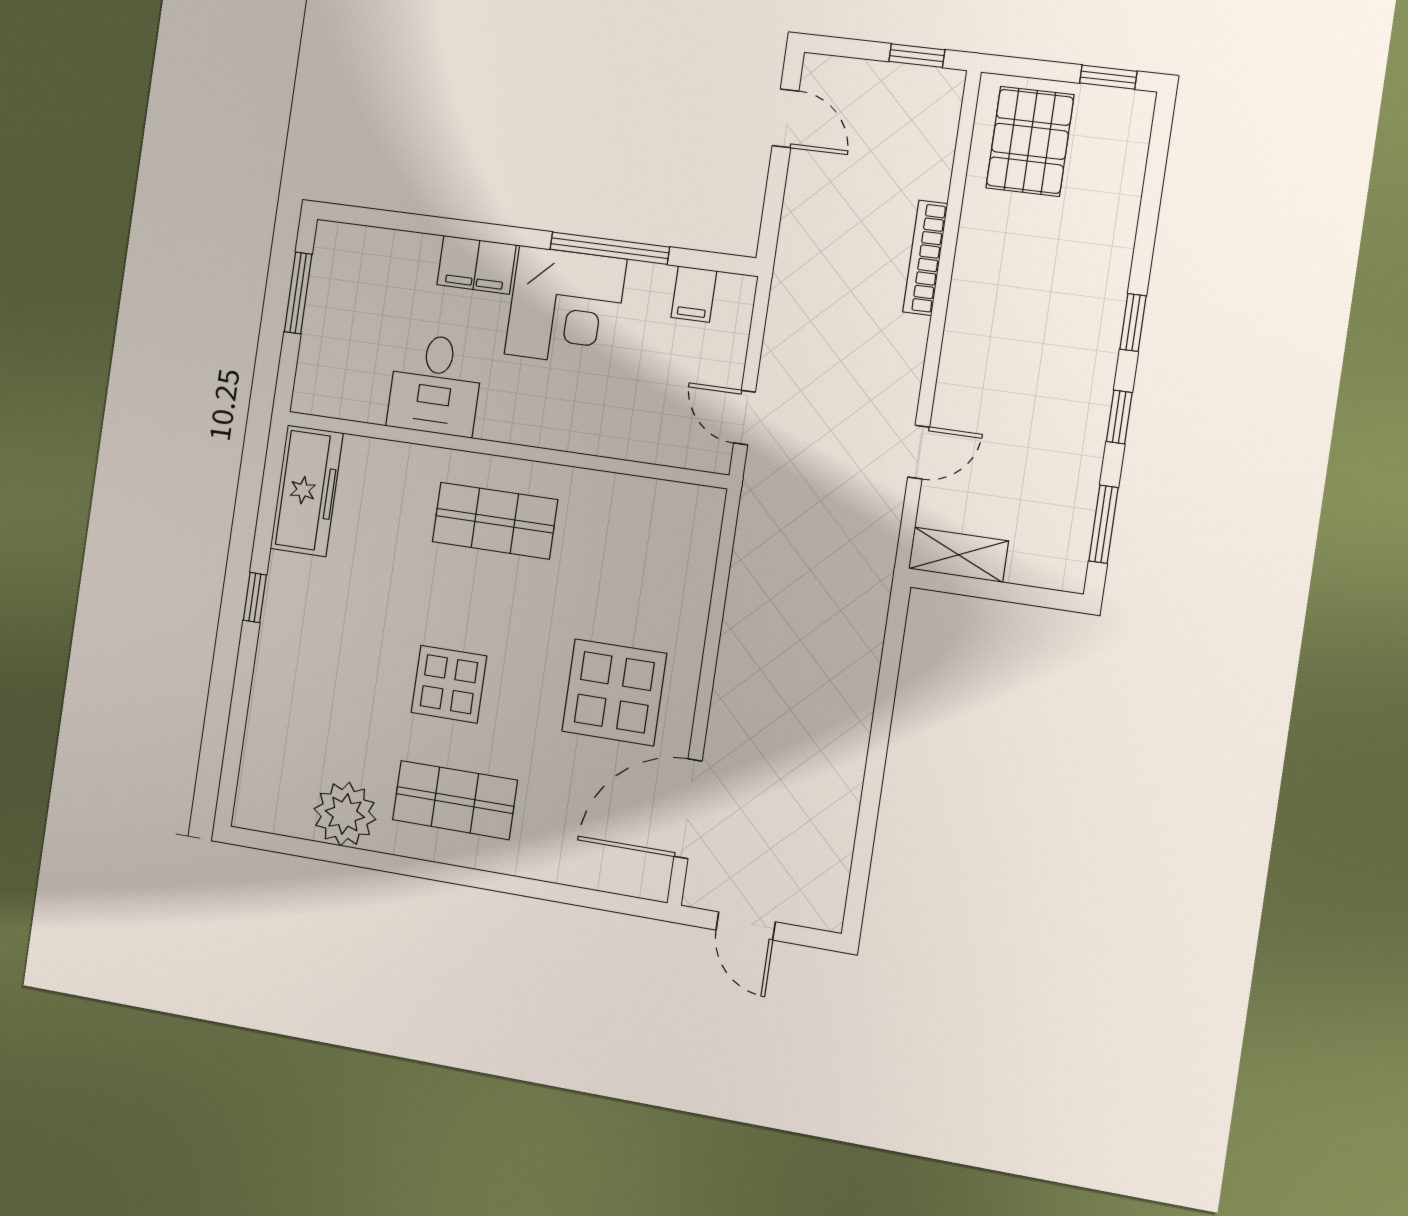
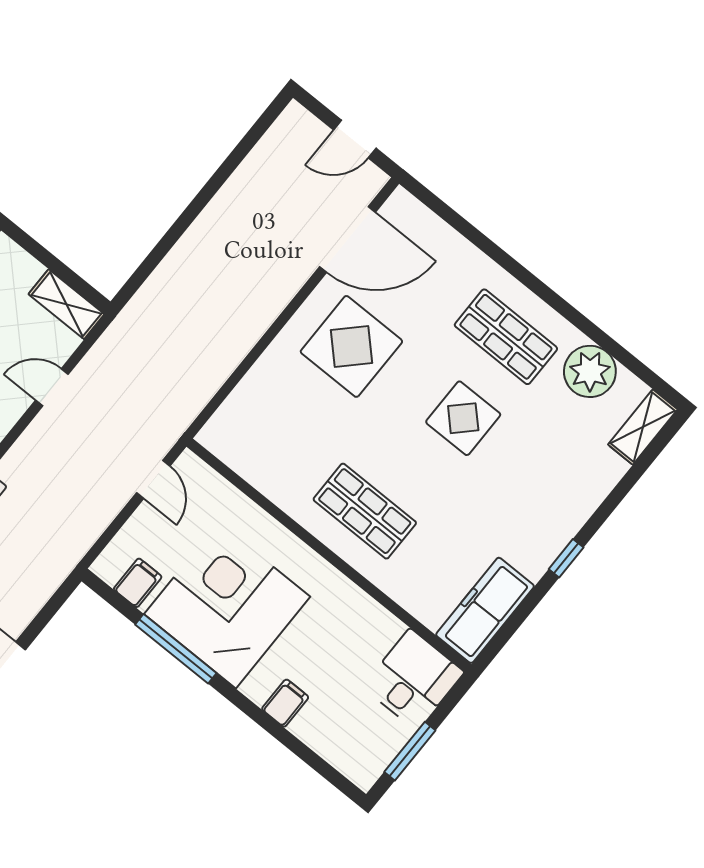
filing cabinet: (476, 265) -> (285, 703), width x0.50
corner desk: (566, 307) -> (227, 605), width x1.36, depth x1.36
desk: (435, 385) -> (413, 680), moved
shelving: (256, 786) -> (643, 427), added
door: (746, 926) -> (355, 139), swing flipped

